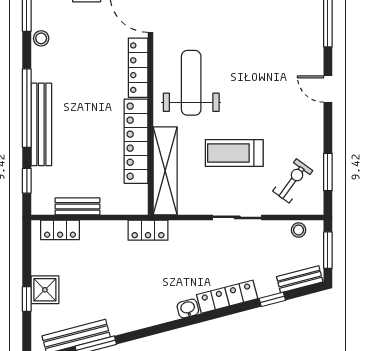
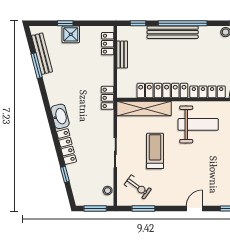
bench: (300, 279) -> (77, 191), removed
washbasin: (188, 308) -> (60, 116), width x1.91, depth x1.45

